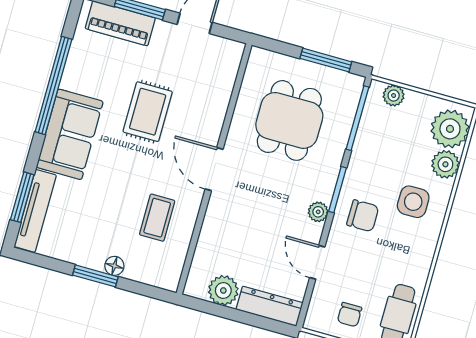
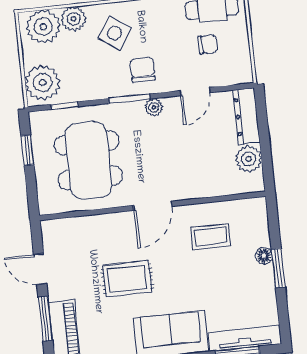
window: (326, 60) -> (27, 150), width x0.67
plant: (394, 96) -> (43, 83), width x1.87, depth x1.87
window: (358, 118) -> (65, 106), width x0.46
dining table: (289, 120) -> (89, 160), width x1.38
side table: (413, 202) -> (115, 33), turned 35
chair: (350, 315) -> (208, 44), moved

